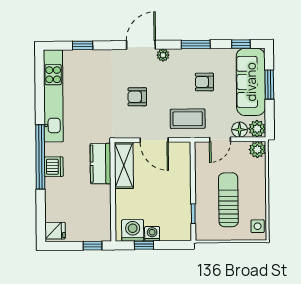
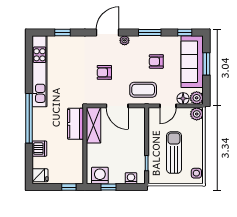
dishwasher: (54, 167) -> (39, 149), moved
washing machine: (152, 234) -> (131, 178), moved

